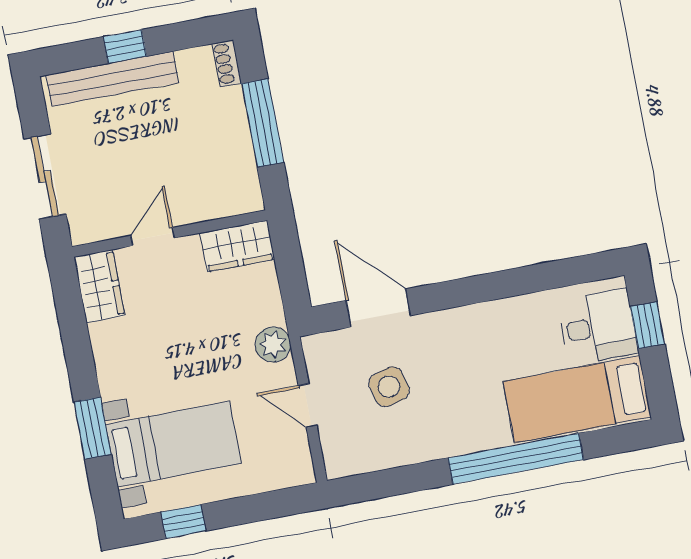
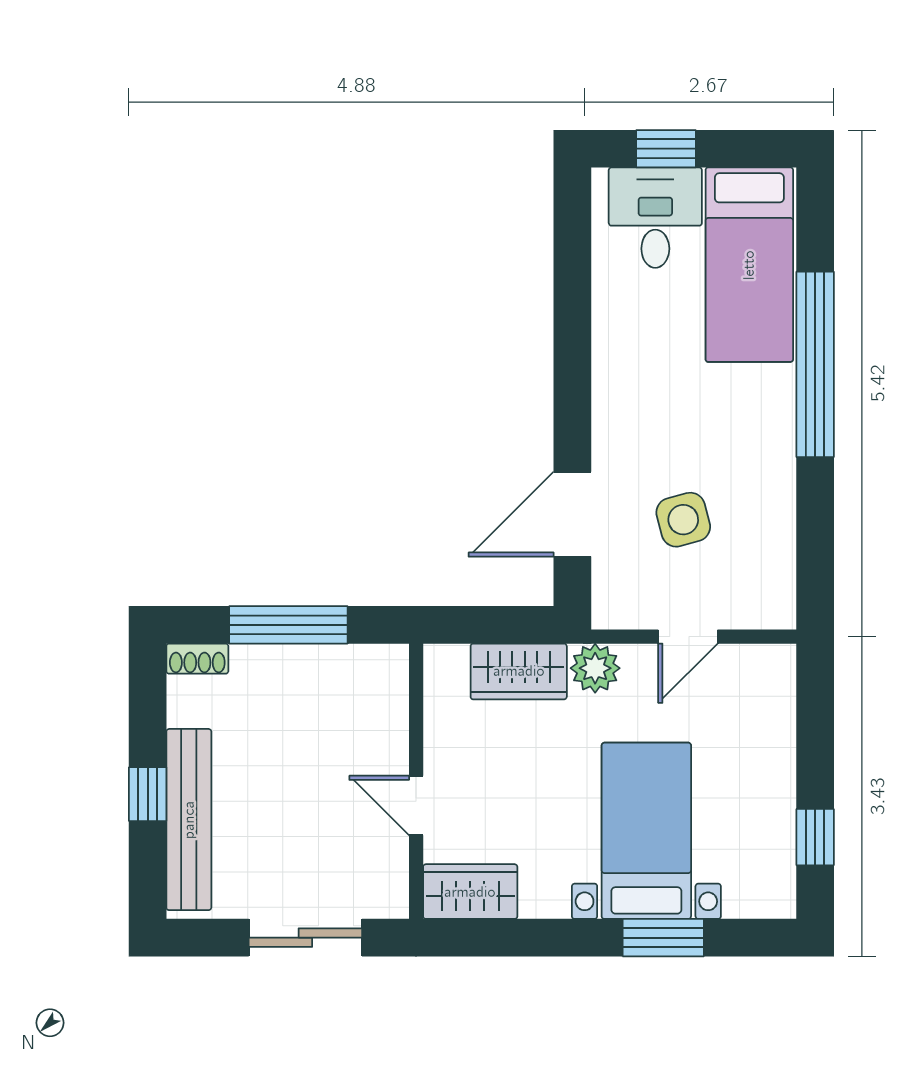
wardrobe: (237, 246) -> (519, 671), moved, turned 90
bed with nightstands: (173, 444) -> (646, 831), moved

